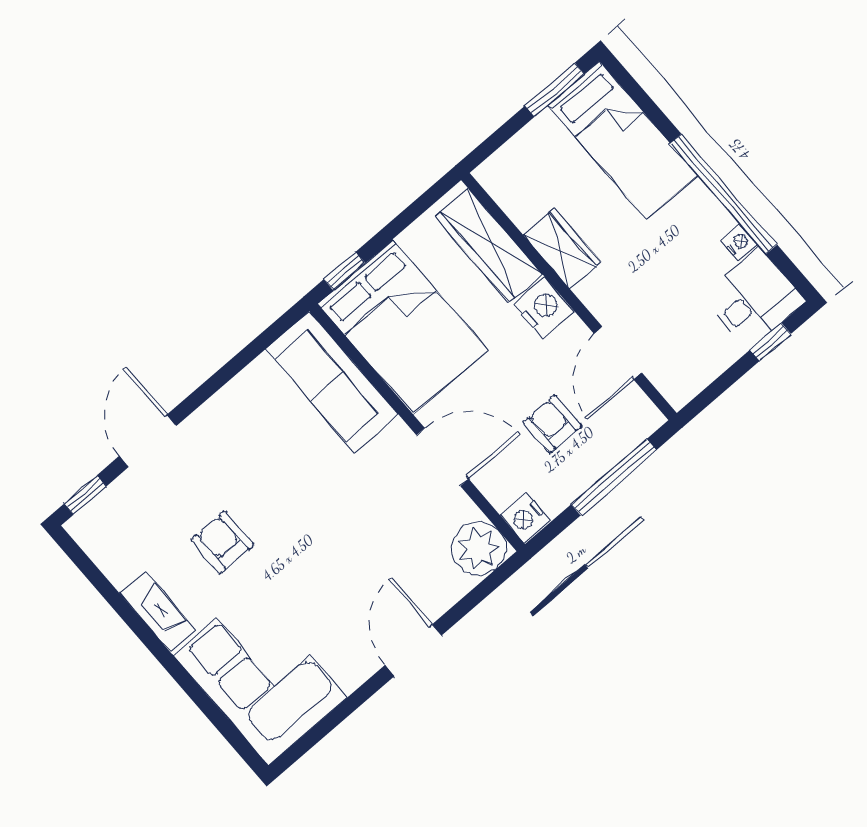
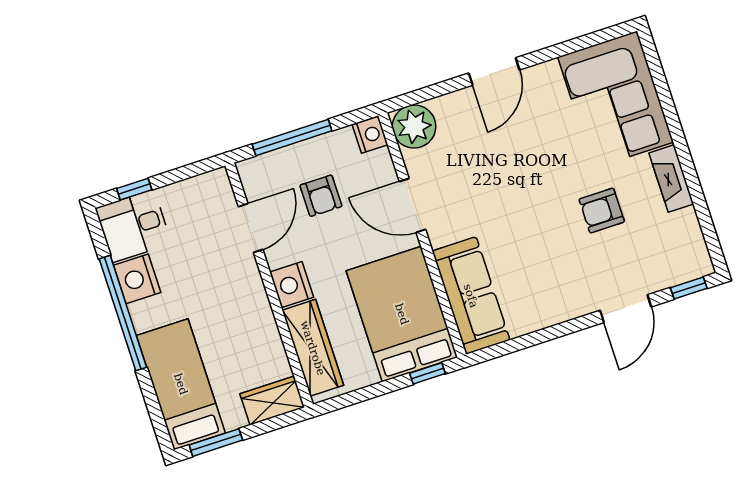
nightstand: (739, 243) -> (137, 279), width x1.89, depth x1.79
wardrobe: (562, 248) -> (272, 400), moved, turned 90
armchair: (223, 542) -> (602, 211), turned 90

